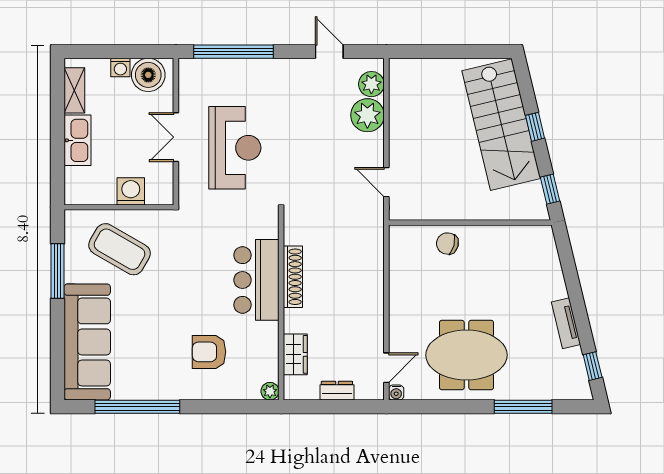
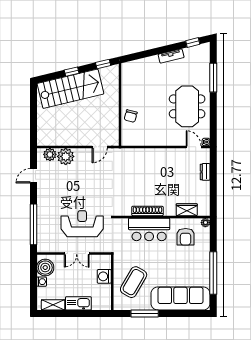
shoe rack: (293, 277) -> (147, 211), moved
bar counter: (256, 280) -> (149, 229), moved
wall: (281, 305) -> (162, 217), moved
wardrobe: (295, 354) -> (187, 210), moved
plant: (270, 391) -> (205, 223), moved

